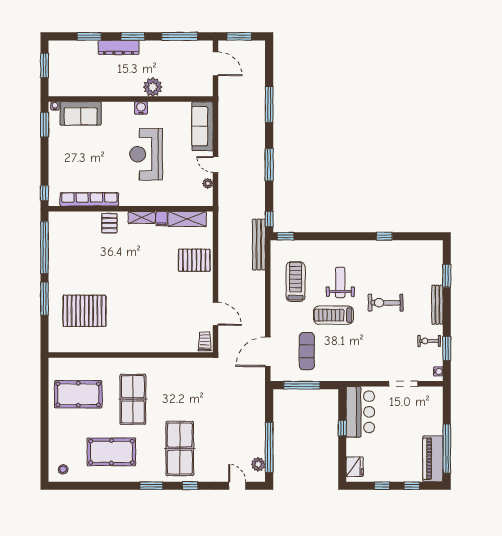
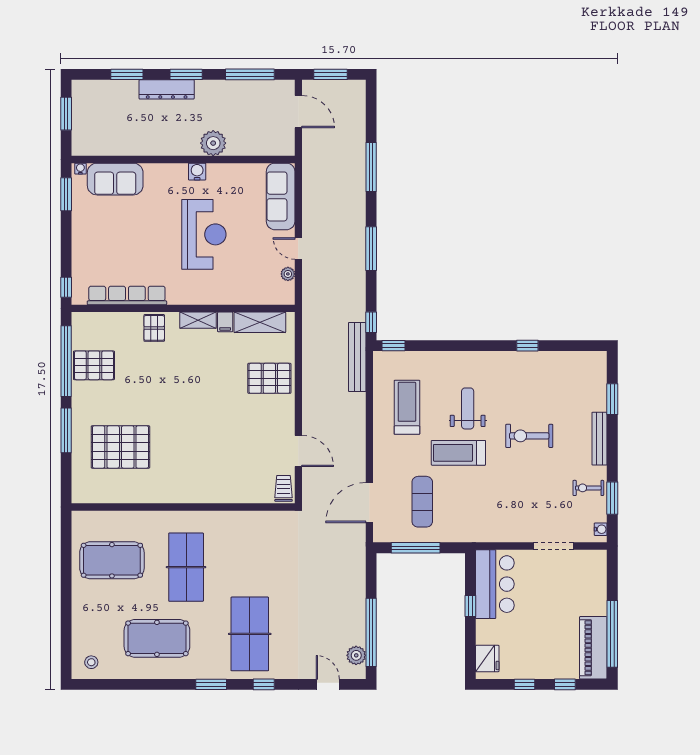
reception desk: (146, 154) -> (204, 234), turned 180
pallet: (65, 251) -> (94, 365), added

